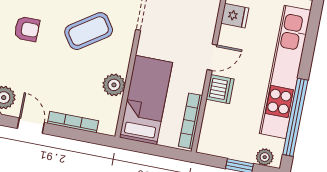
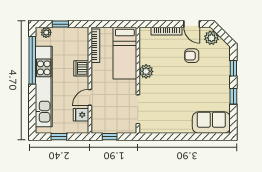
armchair: (27, 29) -> (192, 56), moved
coffee table: (89, 31) -> (168, 88), removed
door: (212, 57) -> (90, 97), moved
plant: (114, 85) -> (146, 71), moved

